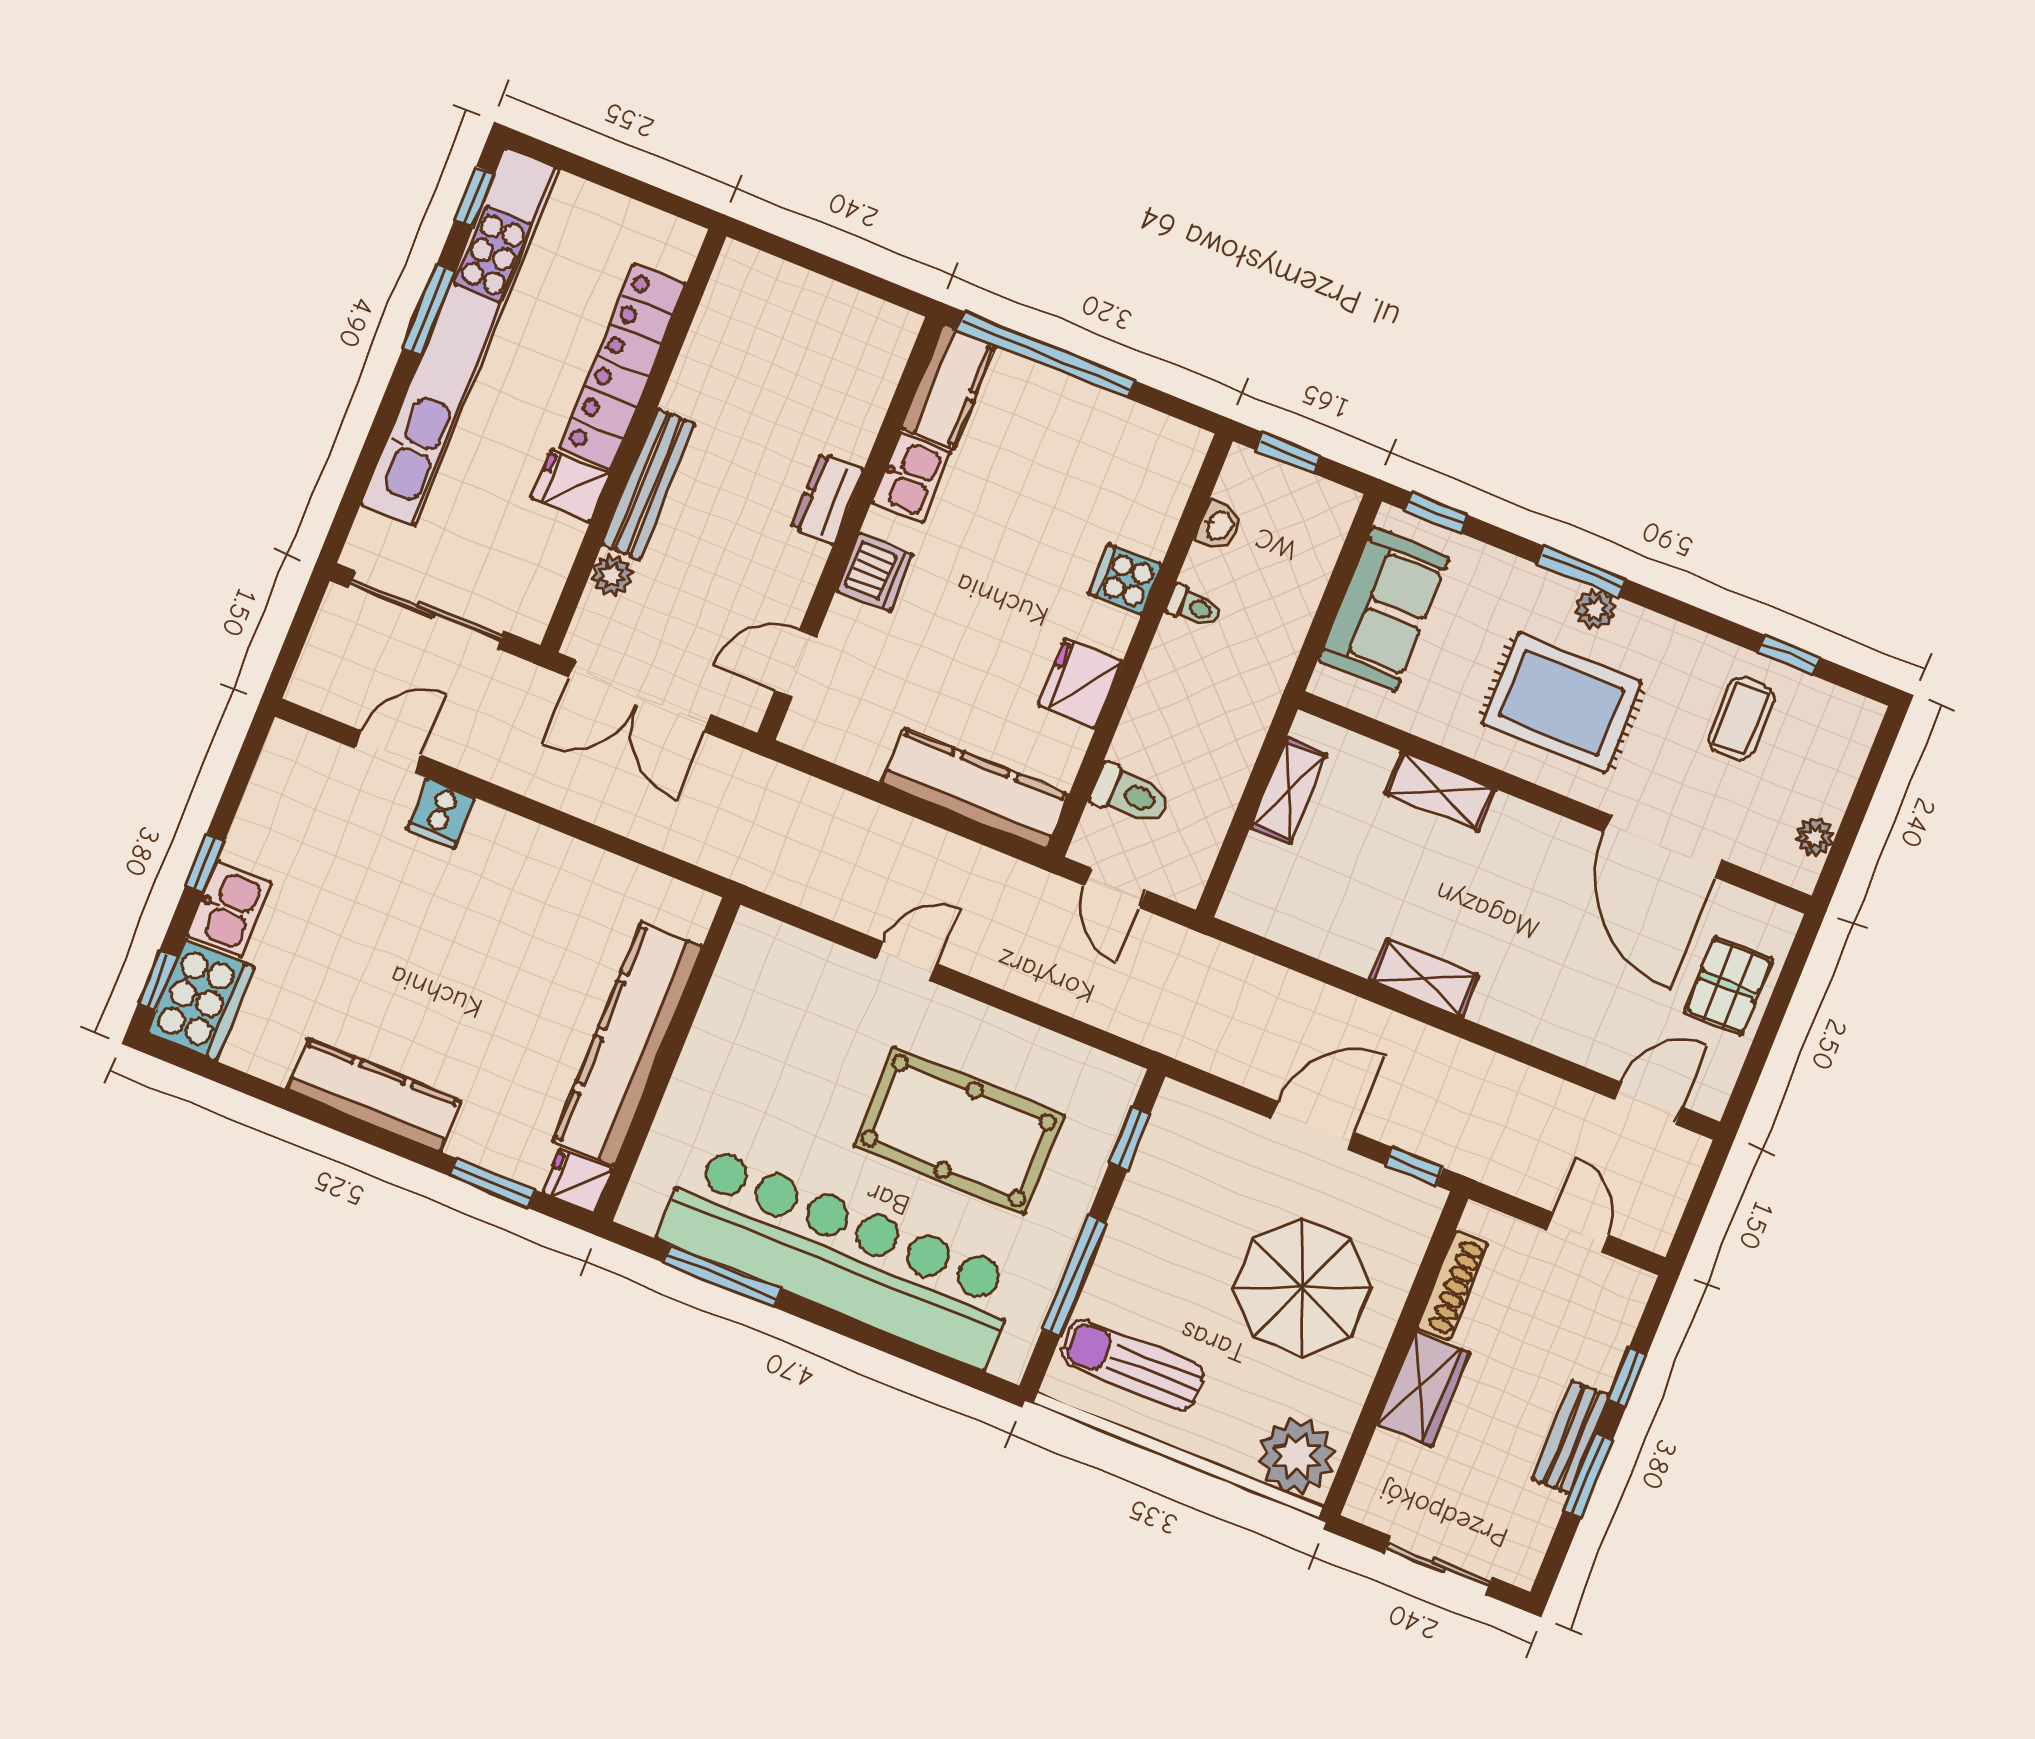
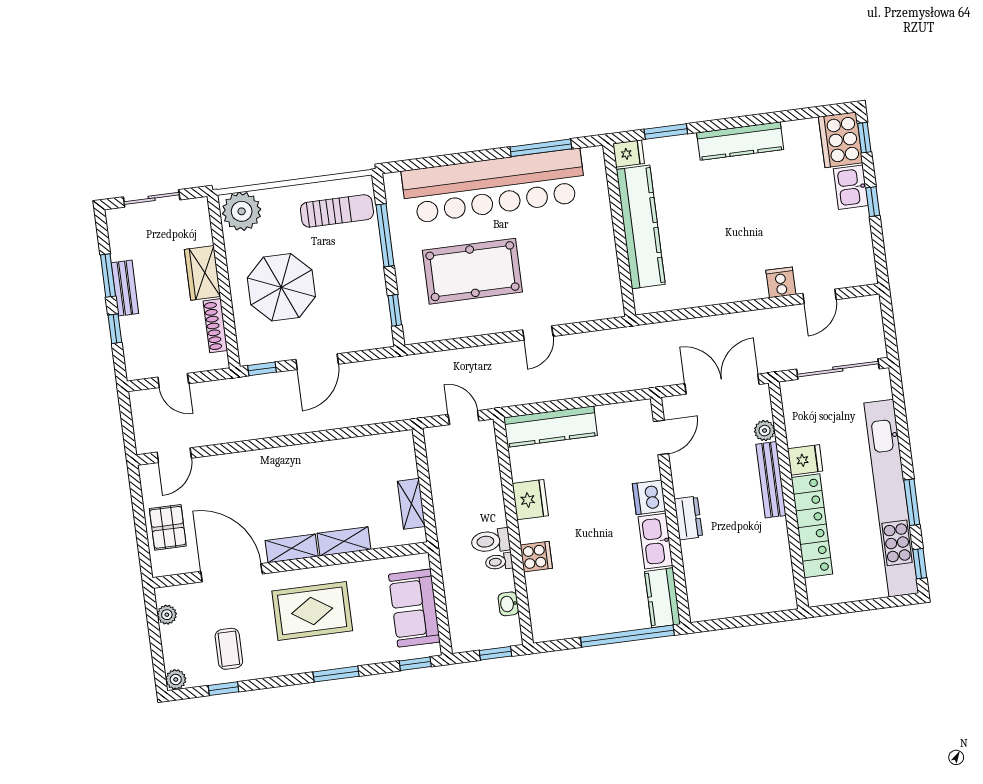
kitchen sink: (911, 478) -> (655, 541), width x1.38
plant: (1595, 609) -> (176, 679), moved
toilet: (1130, 794) -> (491, 541), moved
shelving: (1424, 978) -> (292, 548), moved

